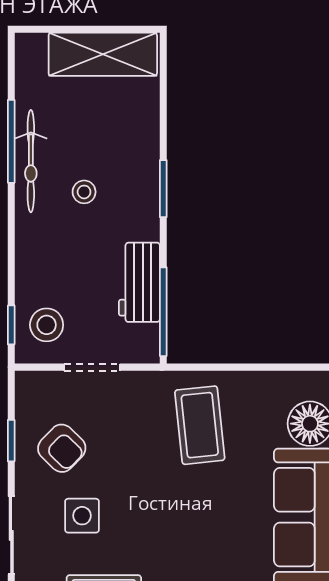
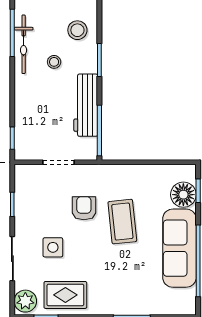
workbench: (139, 282) -> (86, 105), width x1.38
stool: (47, 325) -> (77, 30), moved
coffee table: (200, 425) -> (122, 222), moved
armchair: (62, 448) -> (84, 208), moved, turned -134

